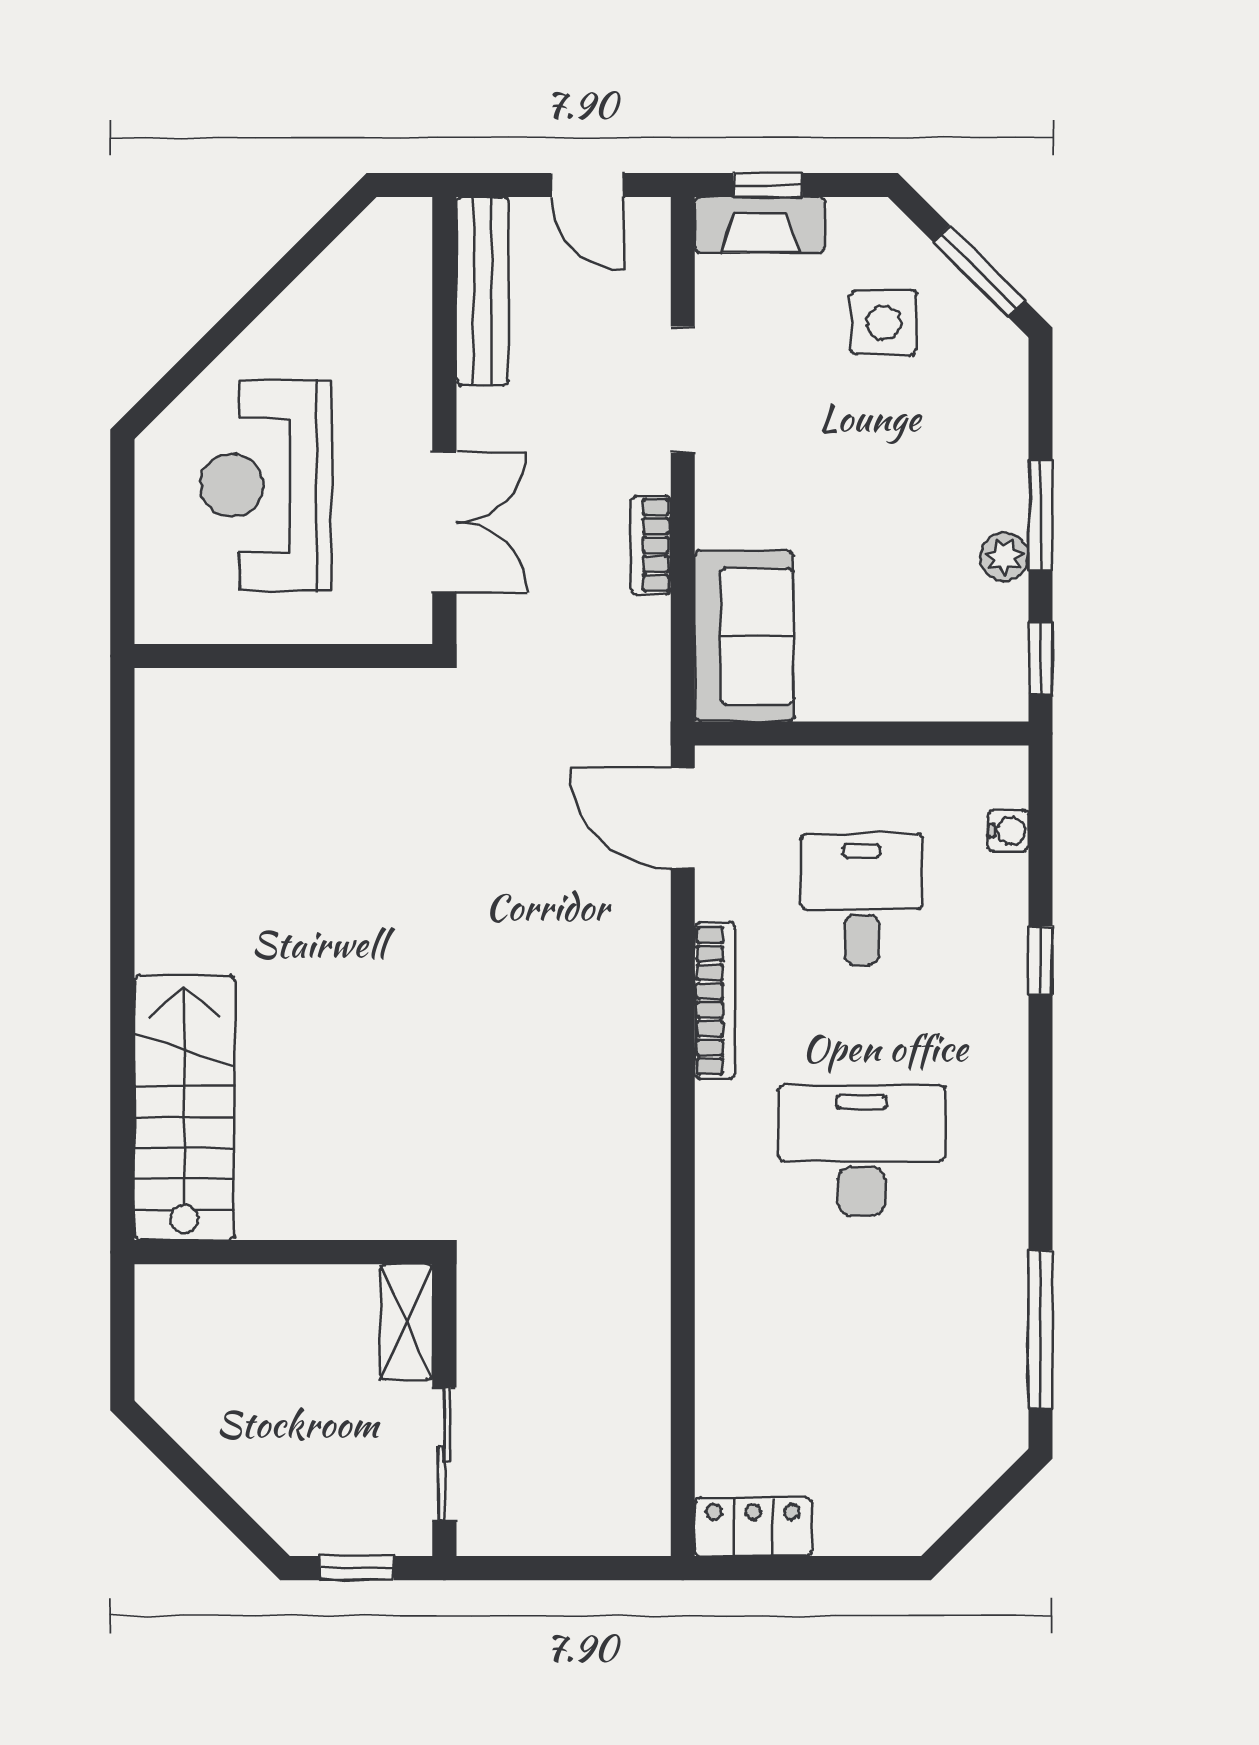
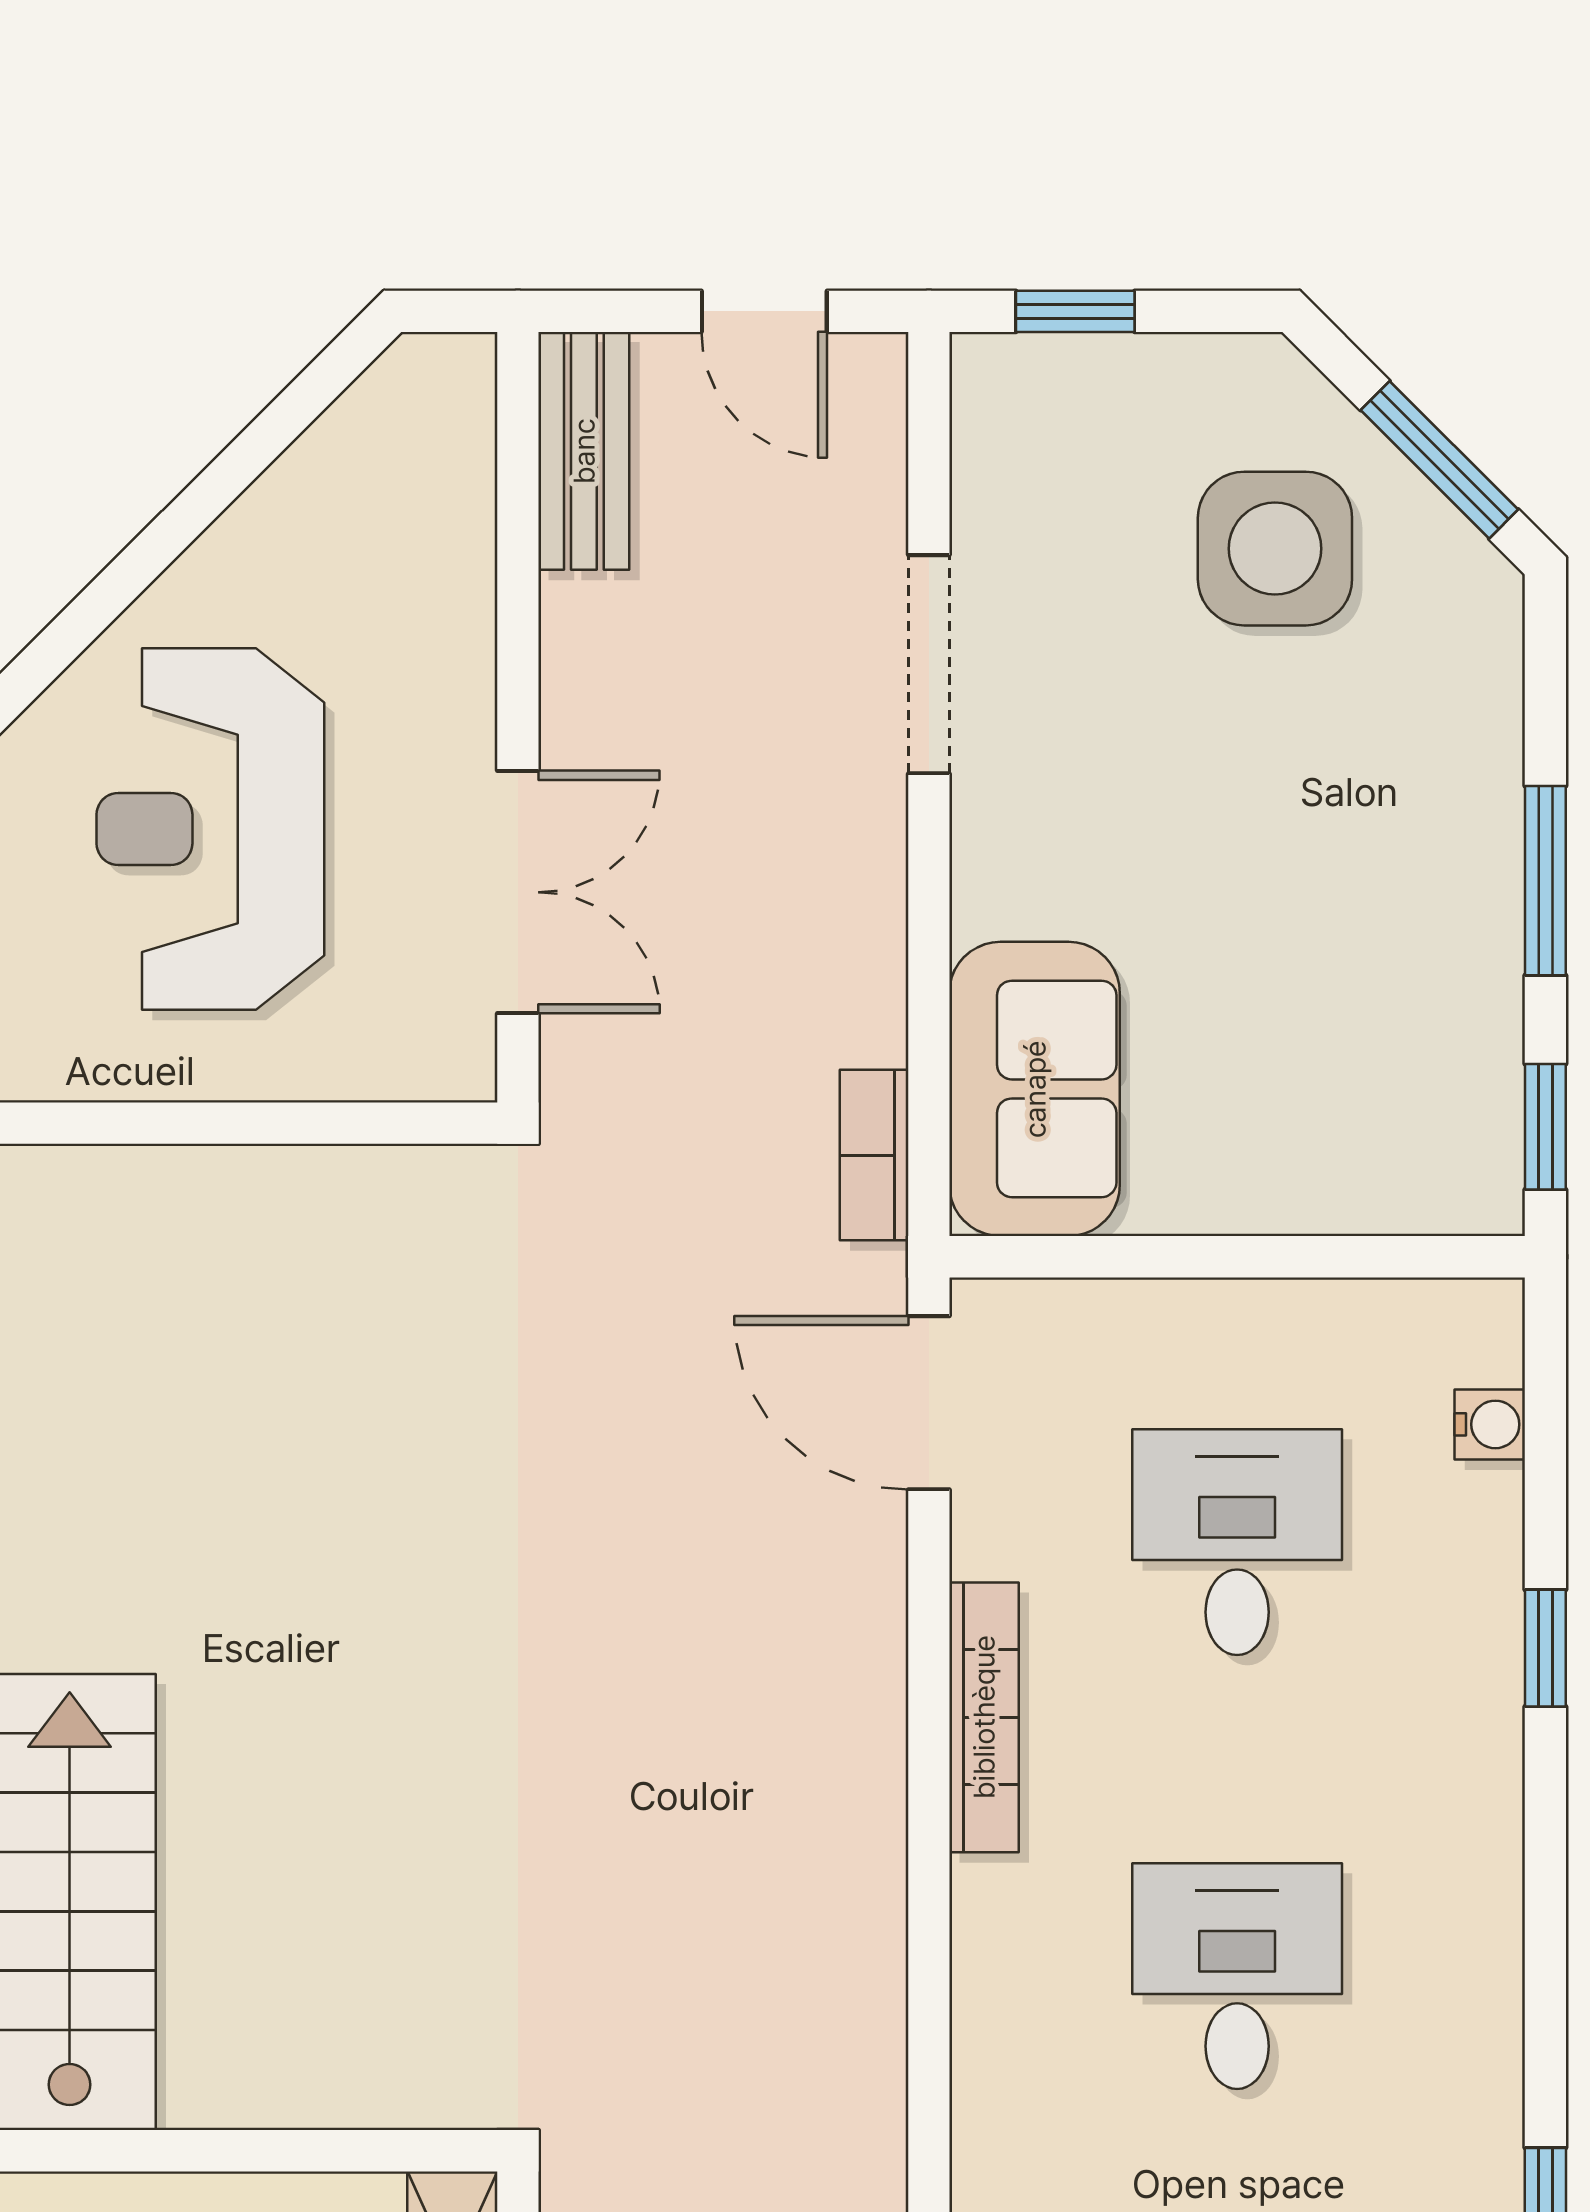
fireplace: (760, 225) -> (1062, 380), removed
bench: (483, 291) -> (584, 451), width x0.73
side table: (884, 323) -> (1275, 549), width x1.37, depth x1.37
bookcase: (651, 545) -> (874, 1155), moved
plant: (1004, 557) -> (1483, 952), removed
desk: (862, 1151) -> (1237, 1976), width x0.73

